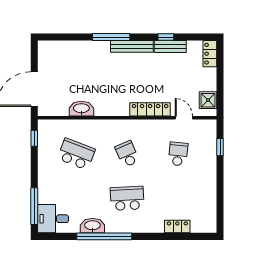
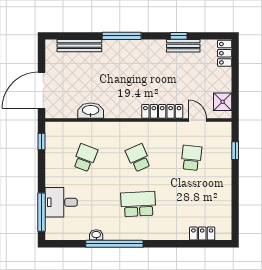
bench: (132, 46) -> (79, 46), moved
school desk: (76, 154) -> (85, 158), width x0.54
desk: (53, 219) -> (61, 202), moved
washbasin: (92, 226) -> (96, 235), width x0.52, depth x0.69
locker: (177, 227) -> (202, 234), moved

